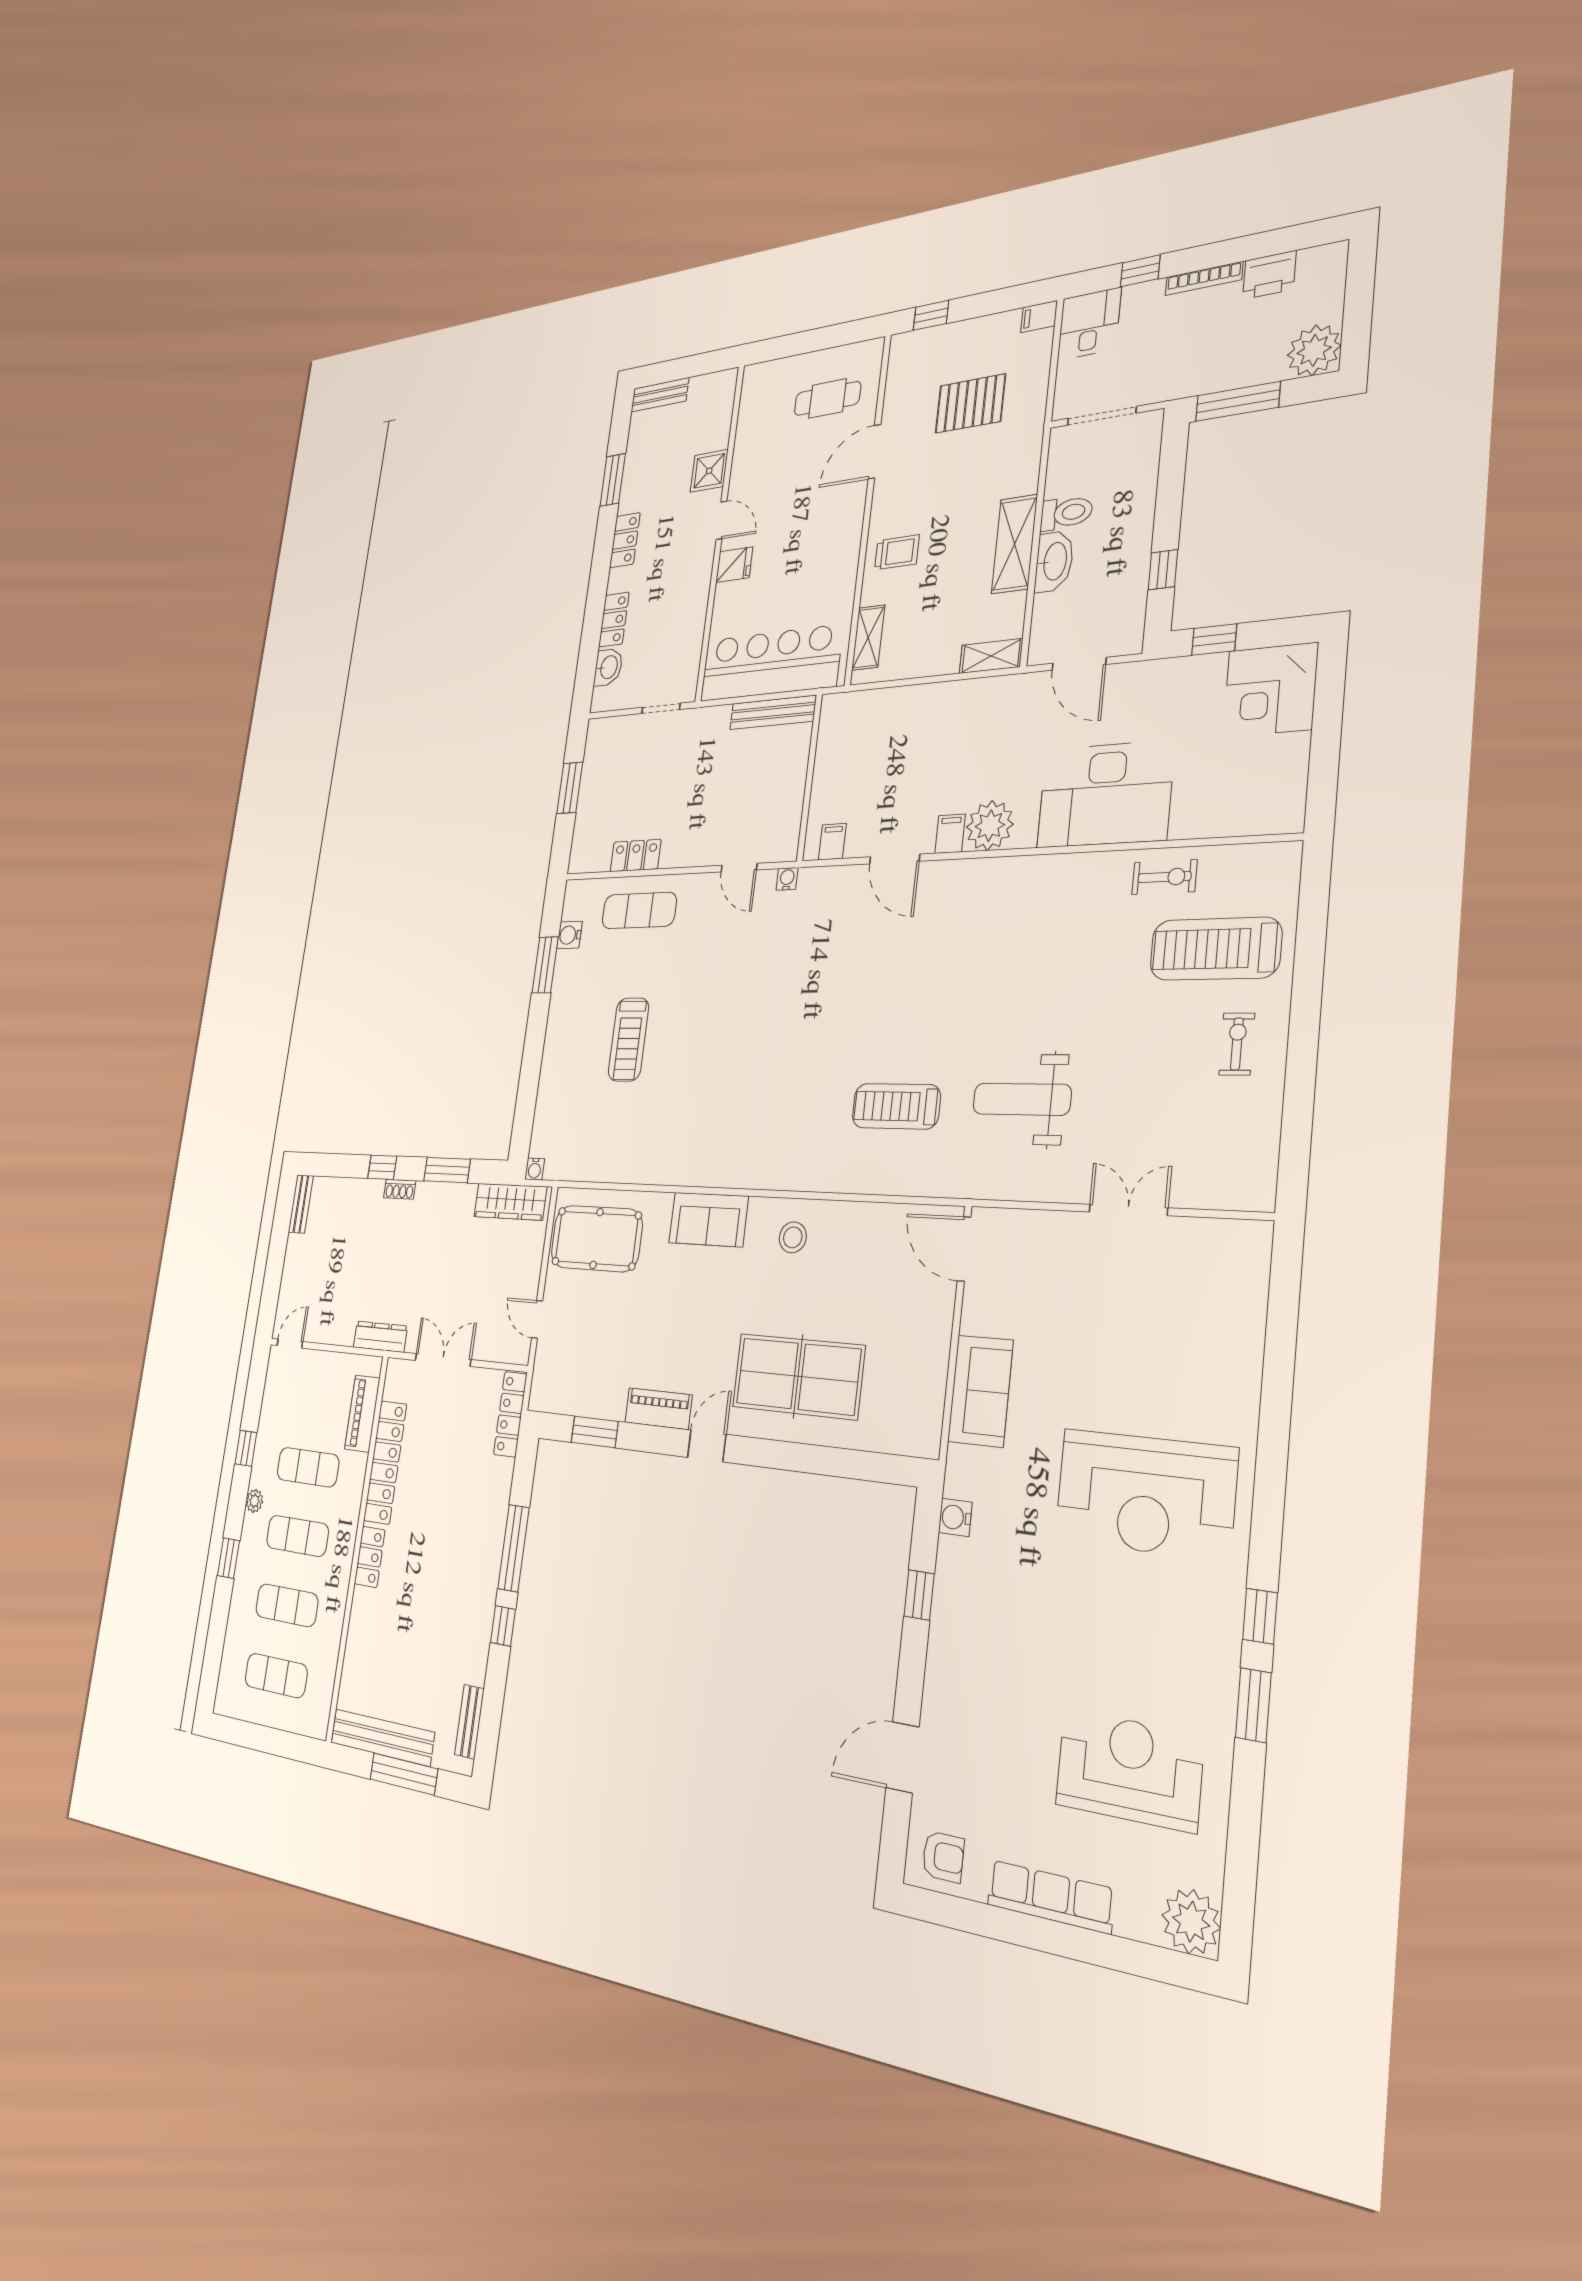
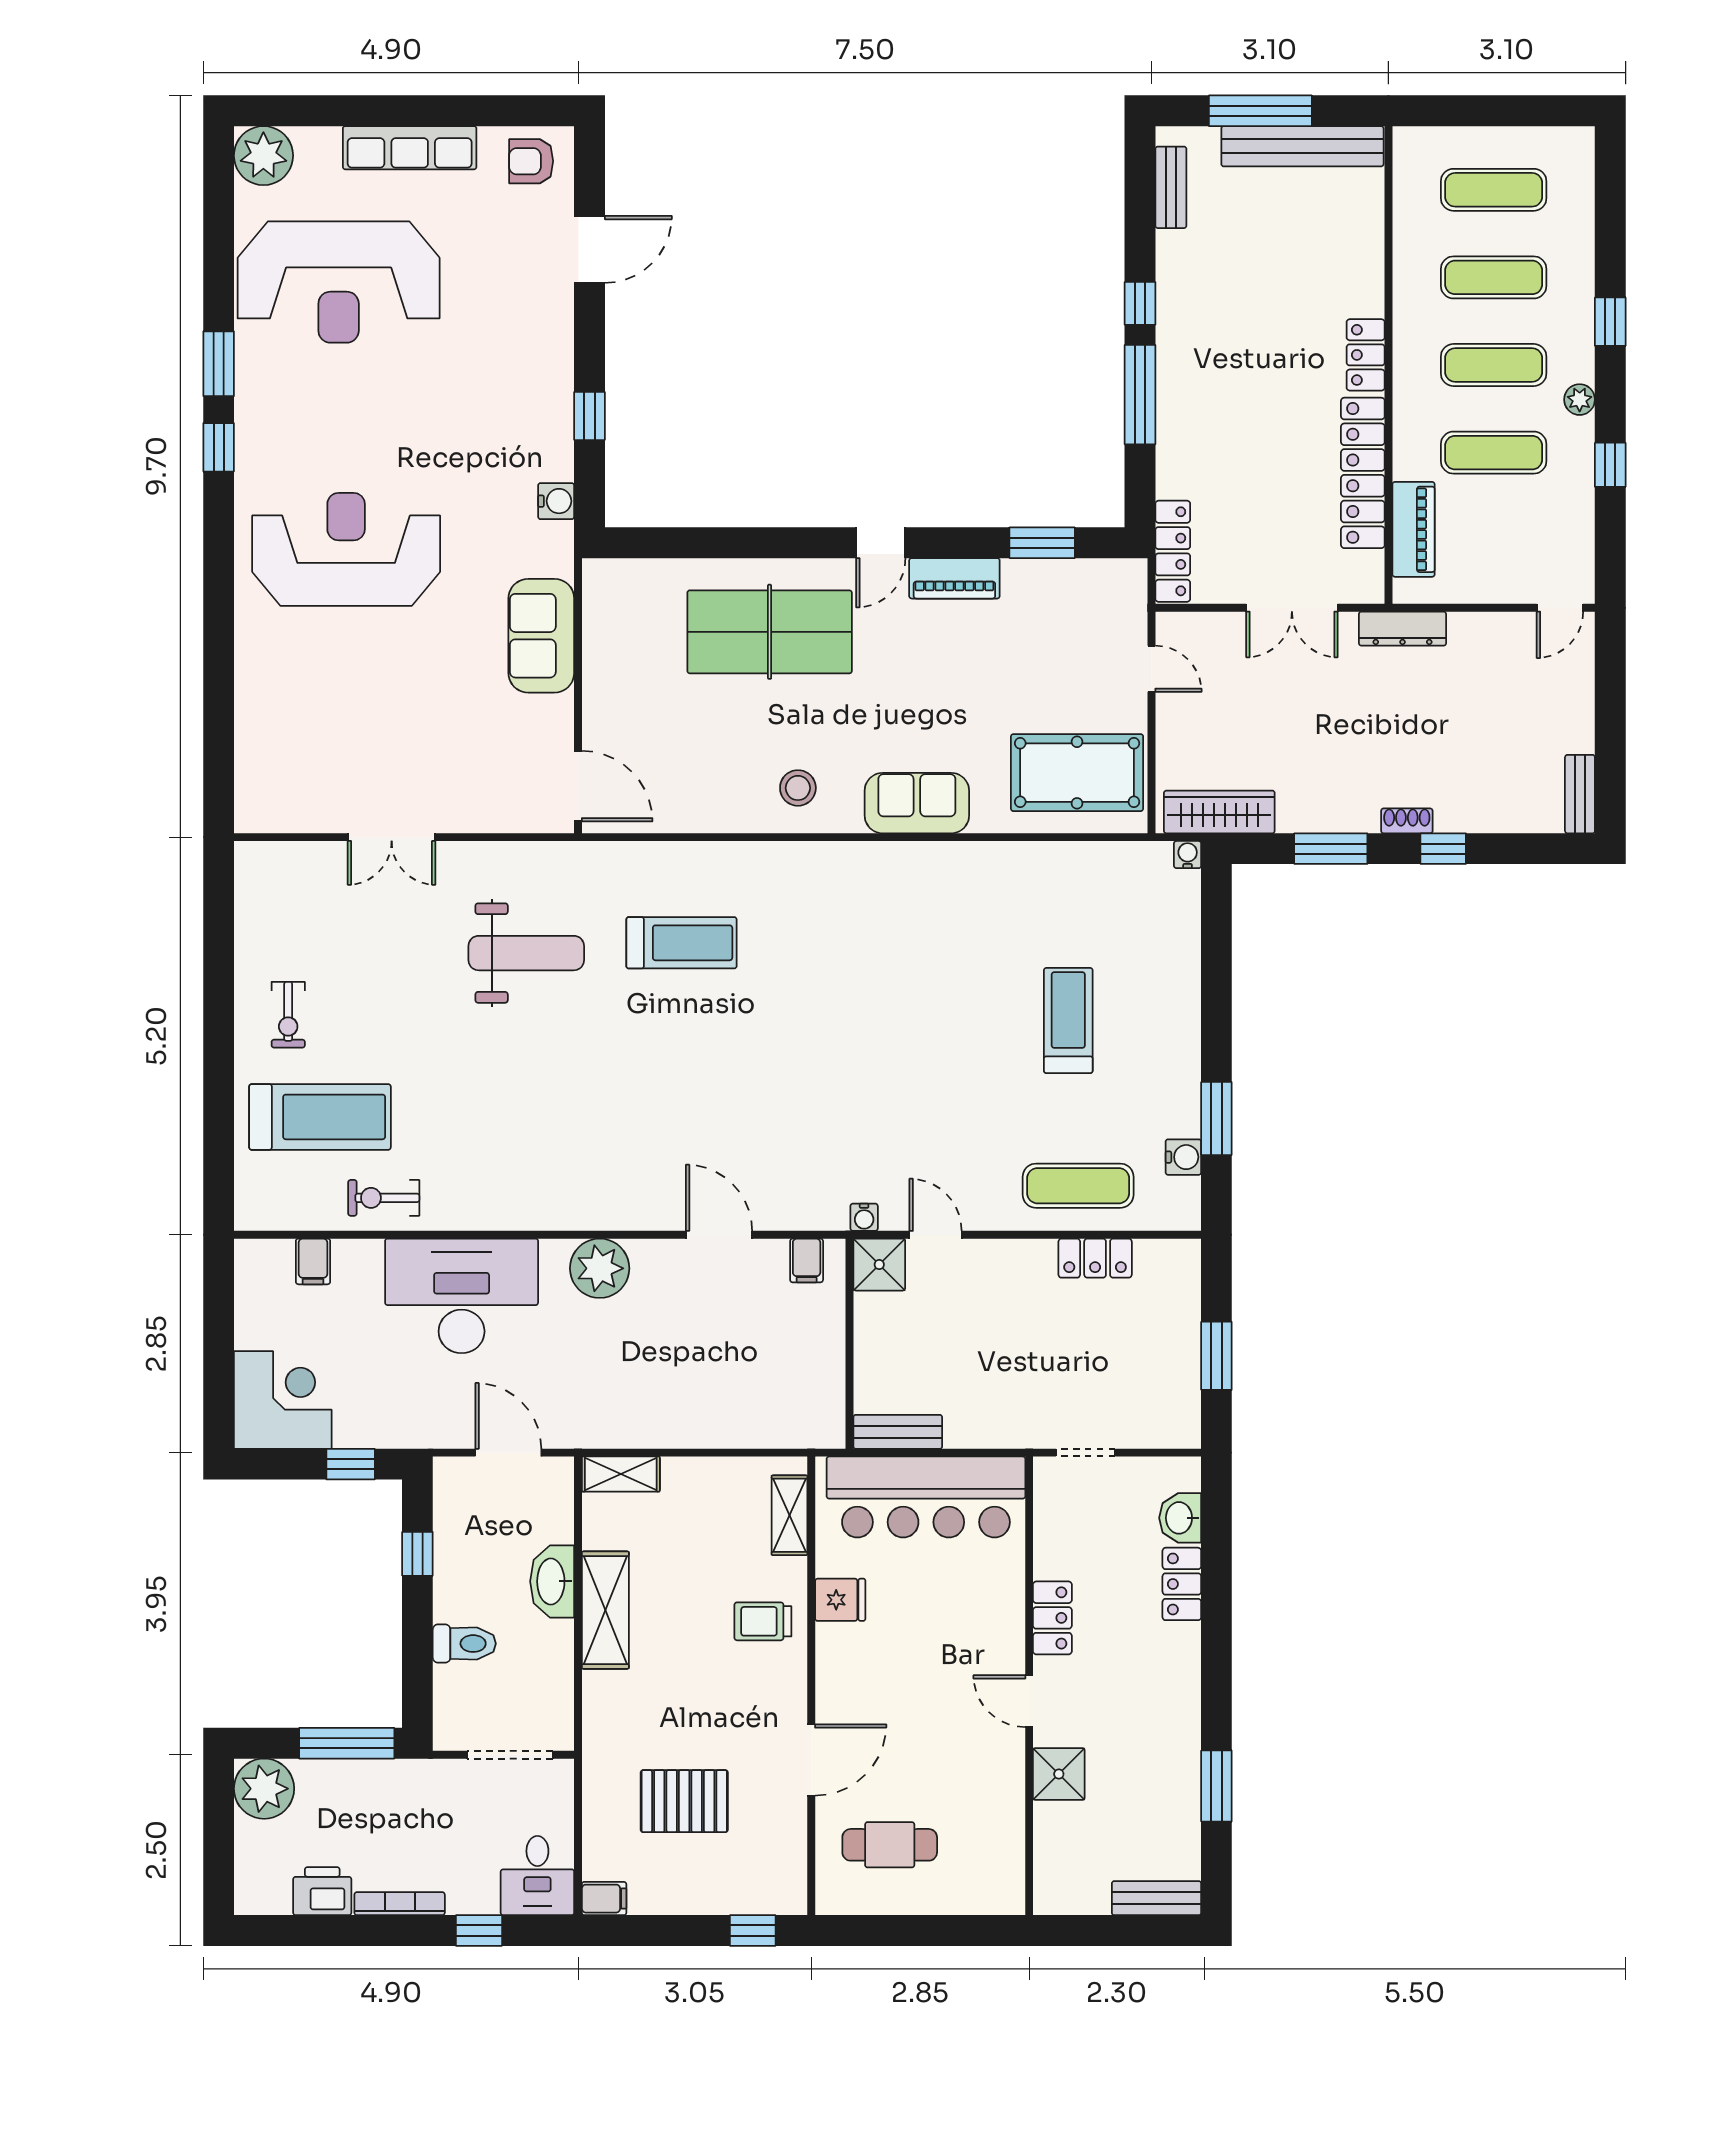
toilet: (1066, 513) -> (464, 1644), moved, turned 180
locker: (625, 540) -> (1052, 1618), moved, turned 180
fridge: (734, 565) -> (840, 1600), moved, turned 180
bench: (773, 712) -> (898, 1432), width x0.73
filing cabinet: (950, 834) -> (313, 1261), moved
shower: (781, 842) -> (879, 1265), added
reception desk: (1129, 1770) -> (339, 282), width x1.36, depth x1.30

